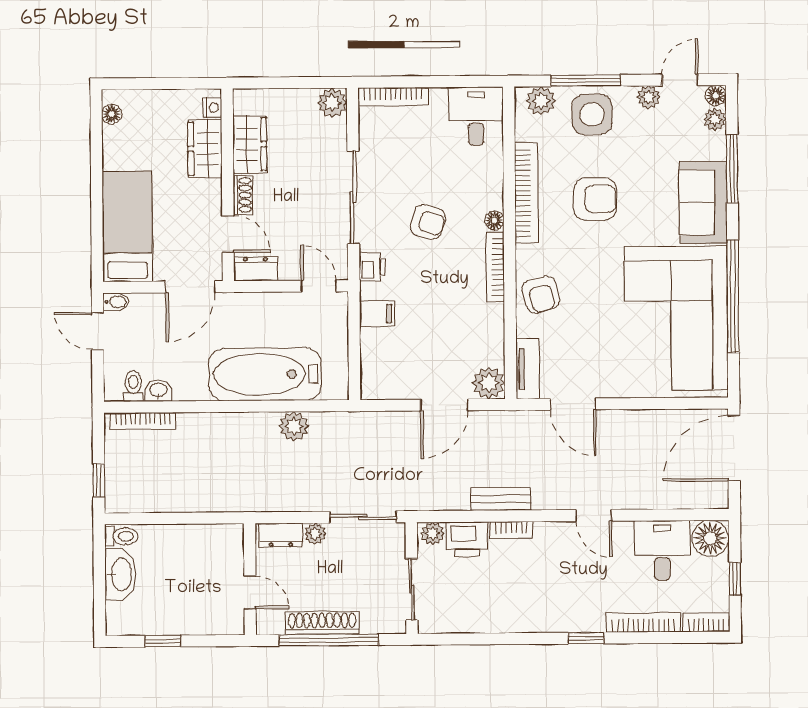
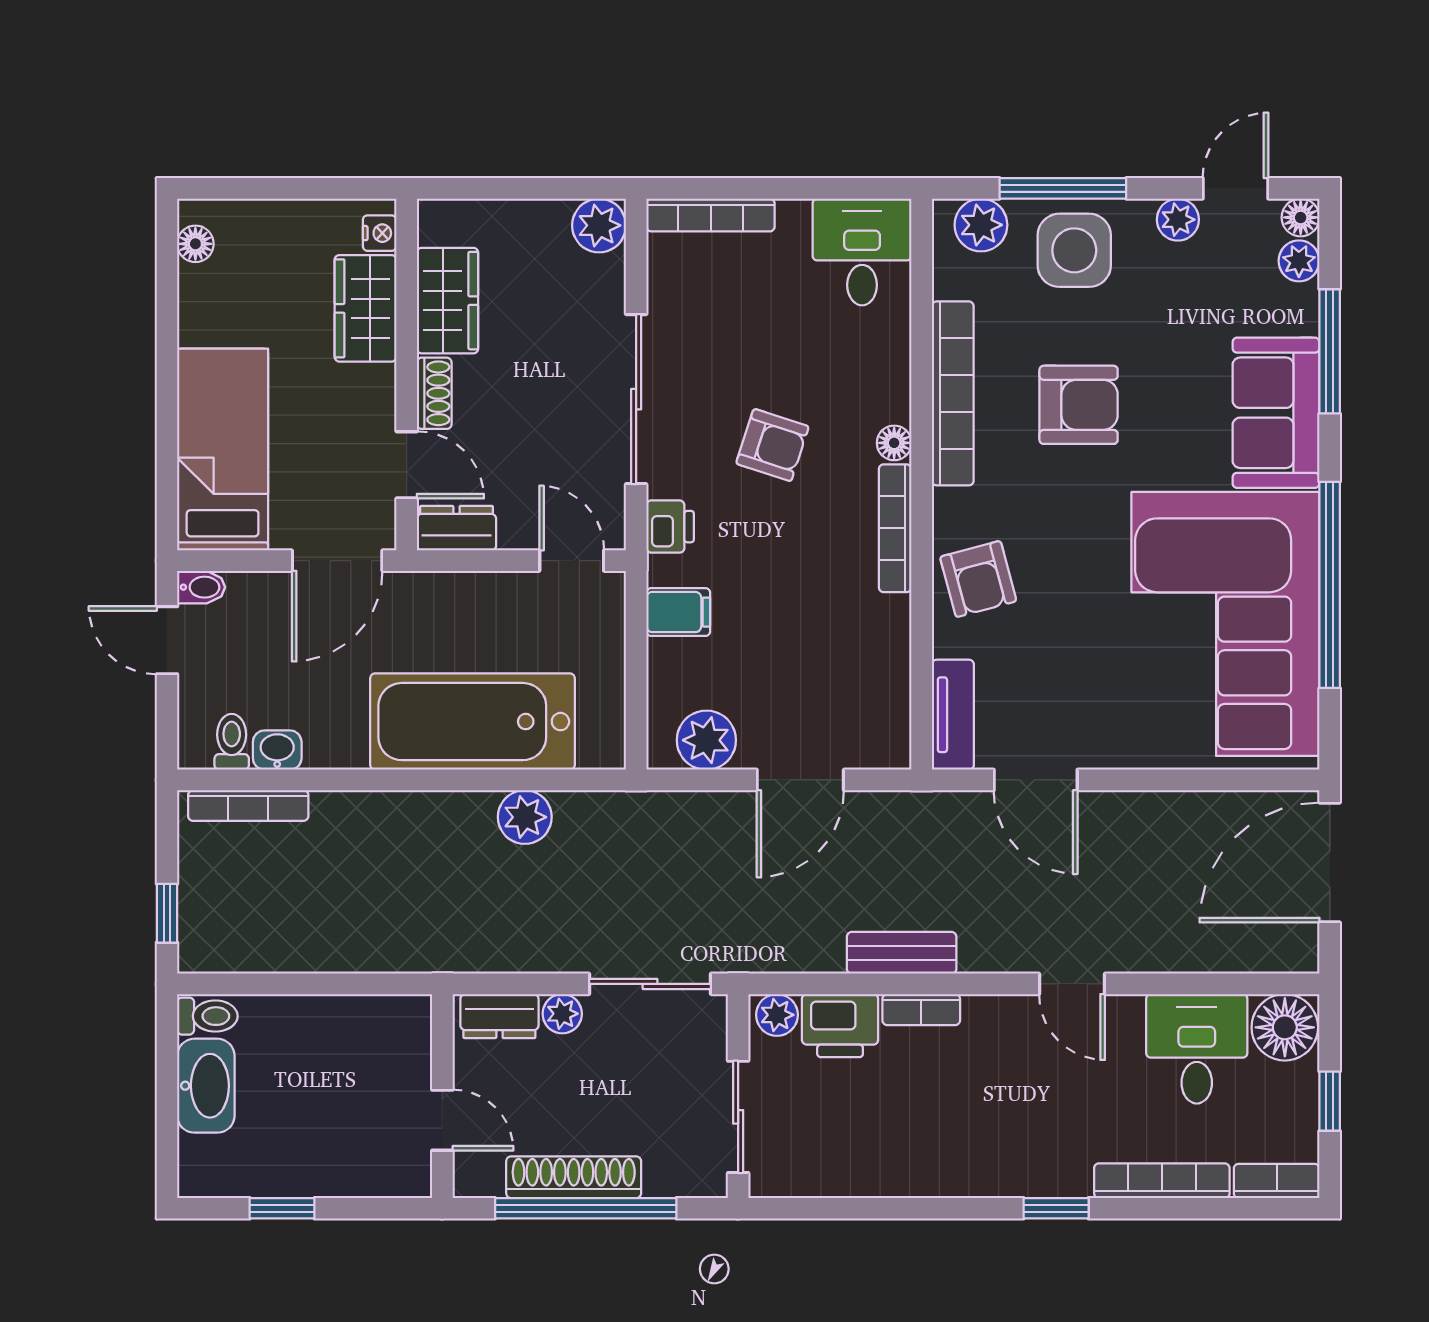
plant: (489, 383) -> (706, 740), moved

